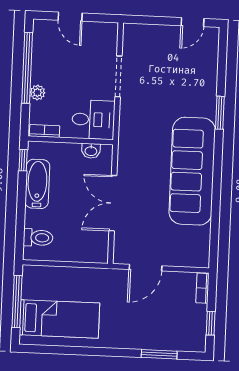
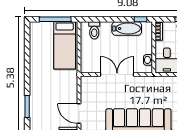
door: (145, 268) -> (79, 114), moved
bed: (59, 319) -> (65, 45), moved

